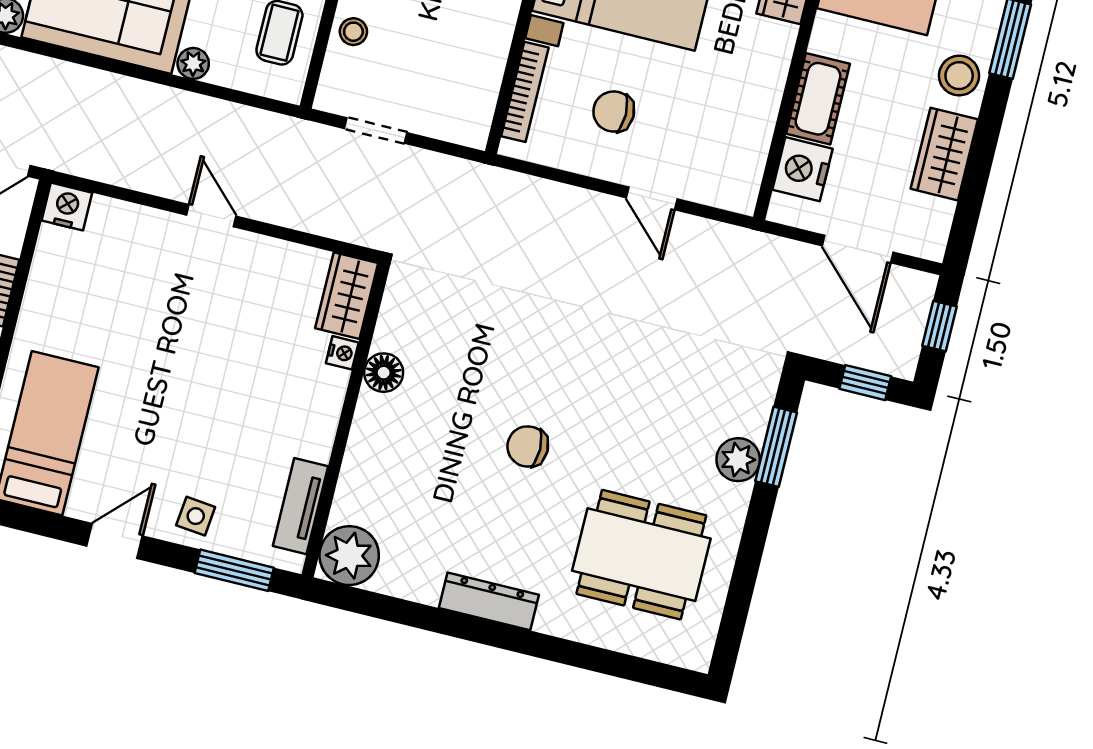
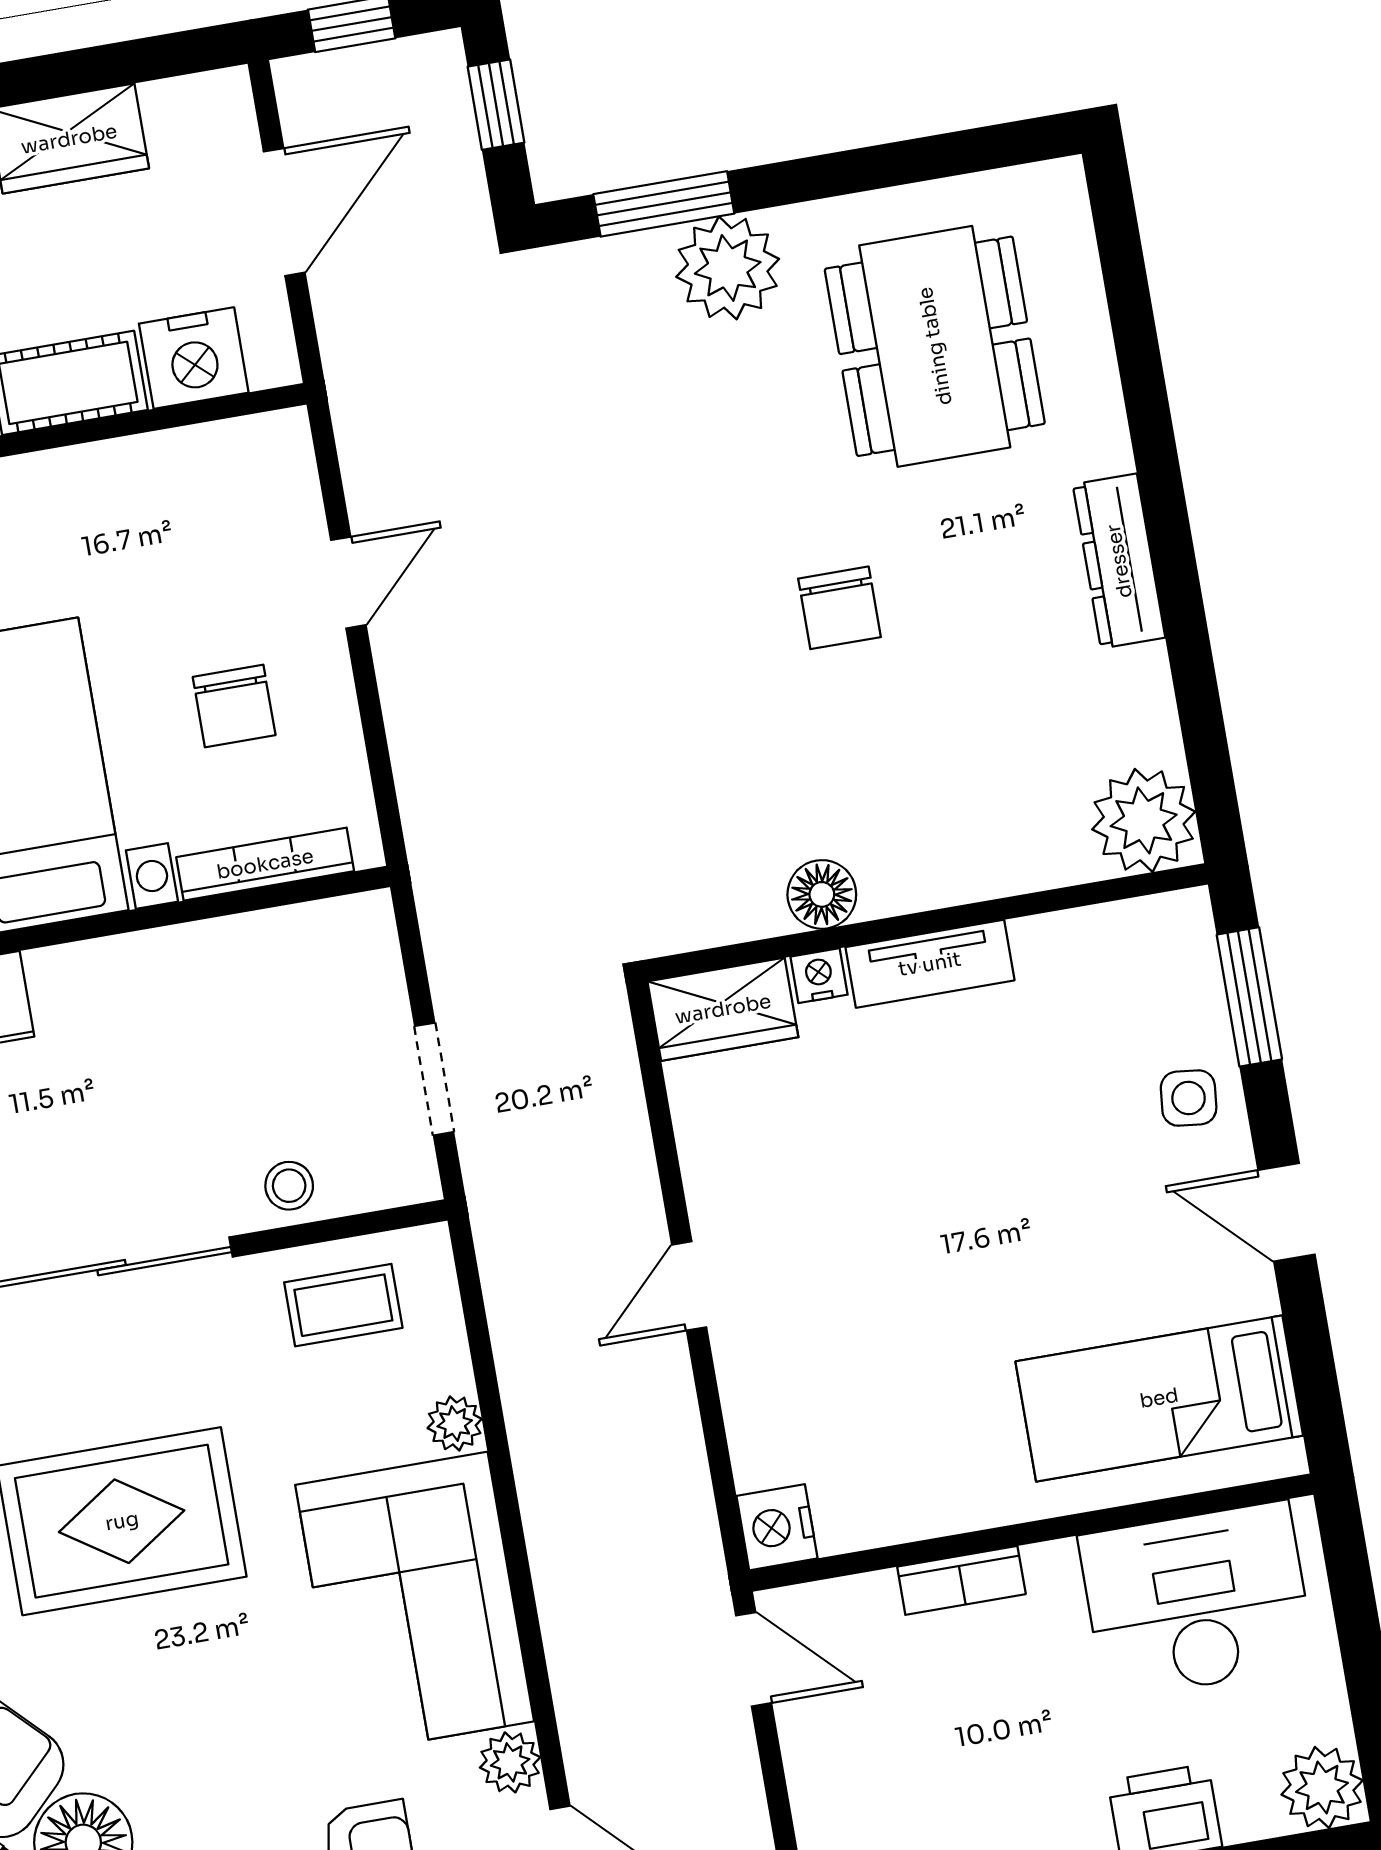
plant: (738, 460) -> (728, 268), width x1.36, depth x1.36
tv unit: (300, 506) -> (930, 964), moved

